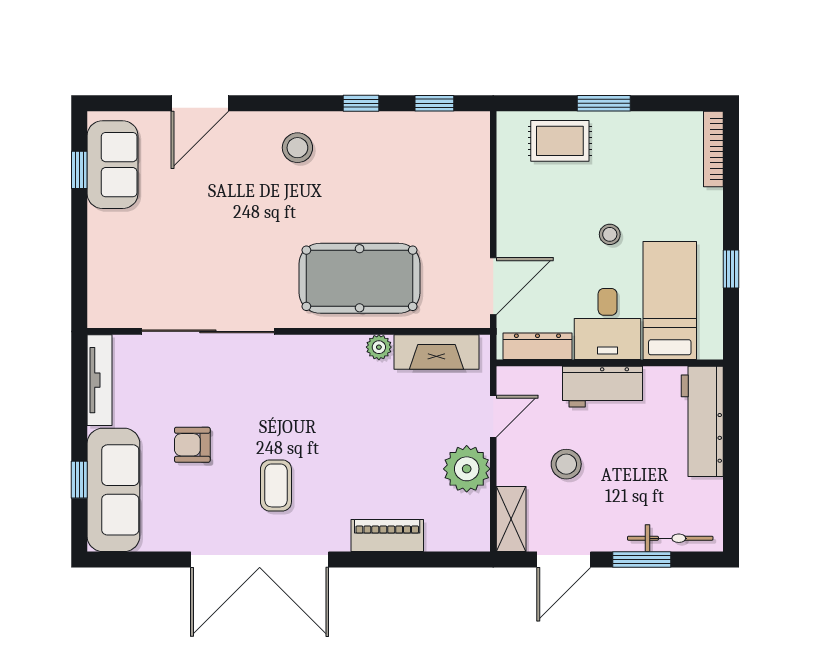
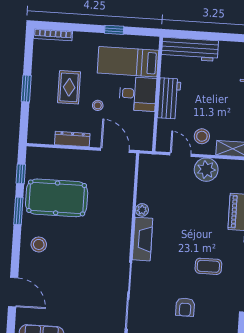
window: (361, 103) -> (18, 211), width x1.50
rug: (560, 141) -> (69, 87), moved
stool: (610, 234) -> (98, 105), moved
pool table: (360, 278) -> (57, 198), moved, turned 90
dresser: (537, 346) -> (72, 139), moved, turned 90
fireplace: (436, 352) -> (143, 239), moved
stool: (566, 464) -> (202, 136), moved

